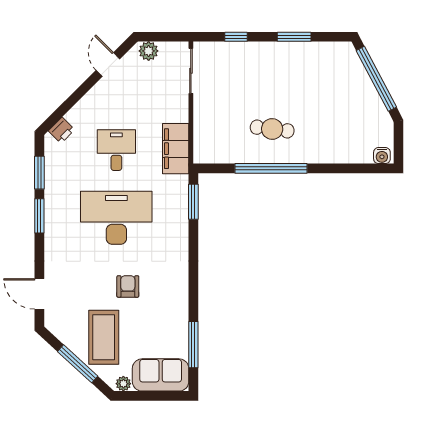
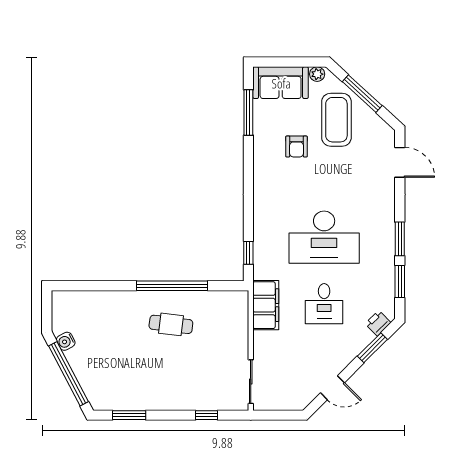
window: (294, 37) -> (129, 415), moved
plant: (149, 51) -> (292, 401), removed
door: (108, 65) -> (332, 388), hinge flipped
window: (67, 105) -> (372, 348), added
water cooler: (382, 156) -> (66, 341), moved, turned -118
window: (193, 202) -> (248, 253), width x0.67
armchair: (128, 286) -> (297, 146), moved

